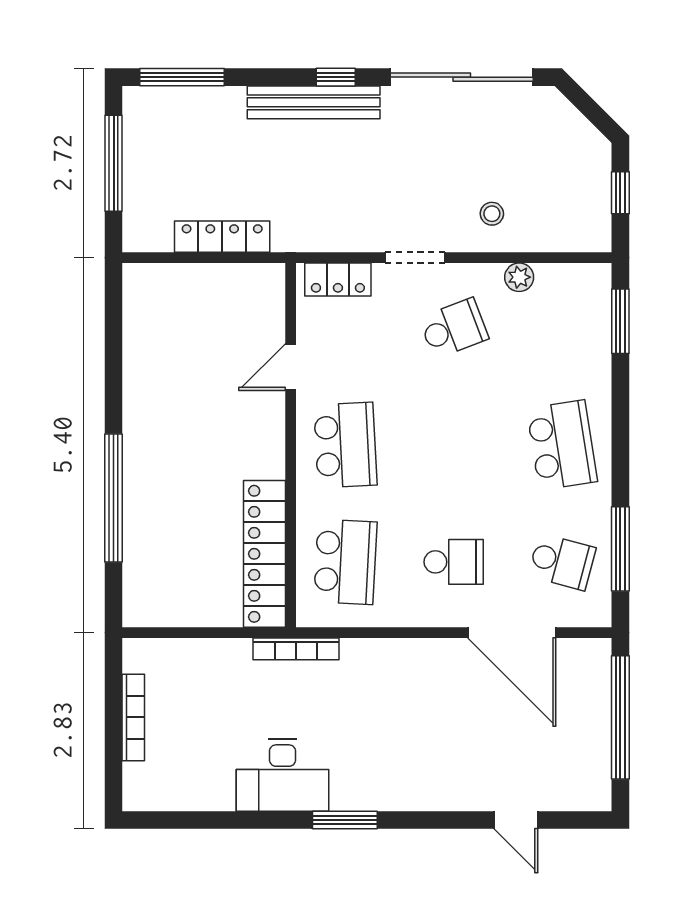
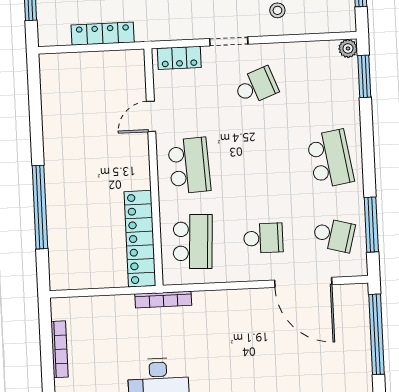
plant: (519, 277) -> (348, 48), moved

